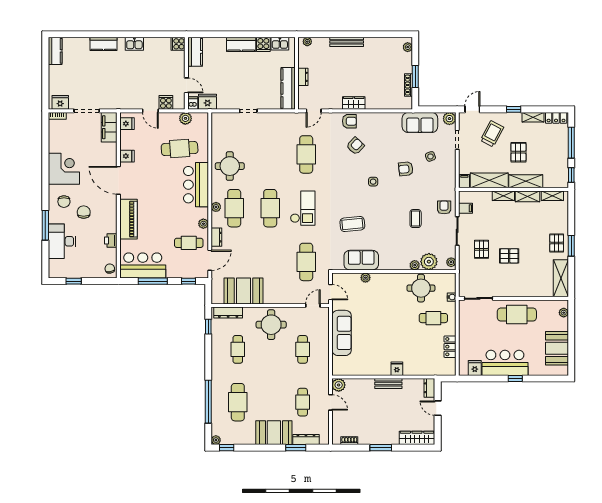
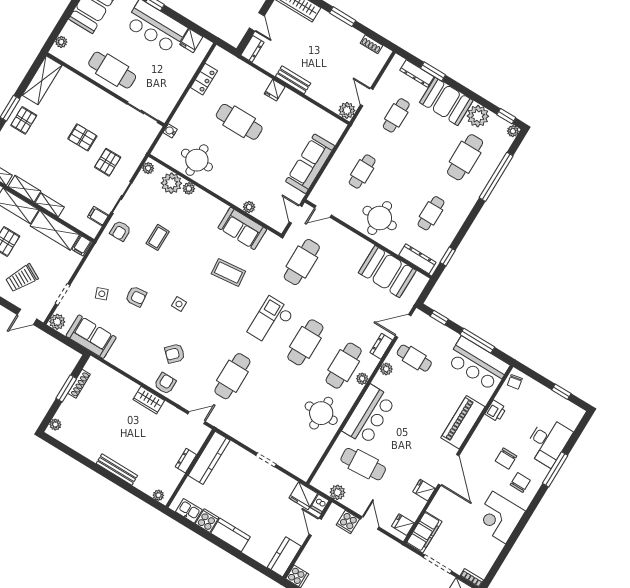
armchair: (349, 121) -> (165, 383), turned 90
cafe table: (433, 318) -> (239, 122), moved, width x1.37, depth x1.35
plant: (246, 436) -> (478, 116), added

